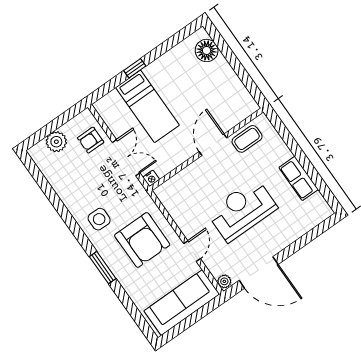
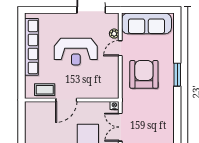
row of seats: (299, 178) -> (31, 47), width x2.02
side table: (99, 219) -> (160, 103), removed
plant: (224, 281) -> (114, 34), moved

